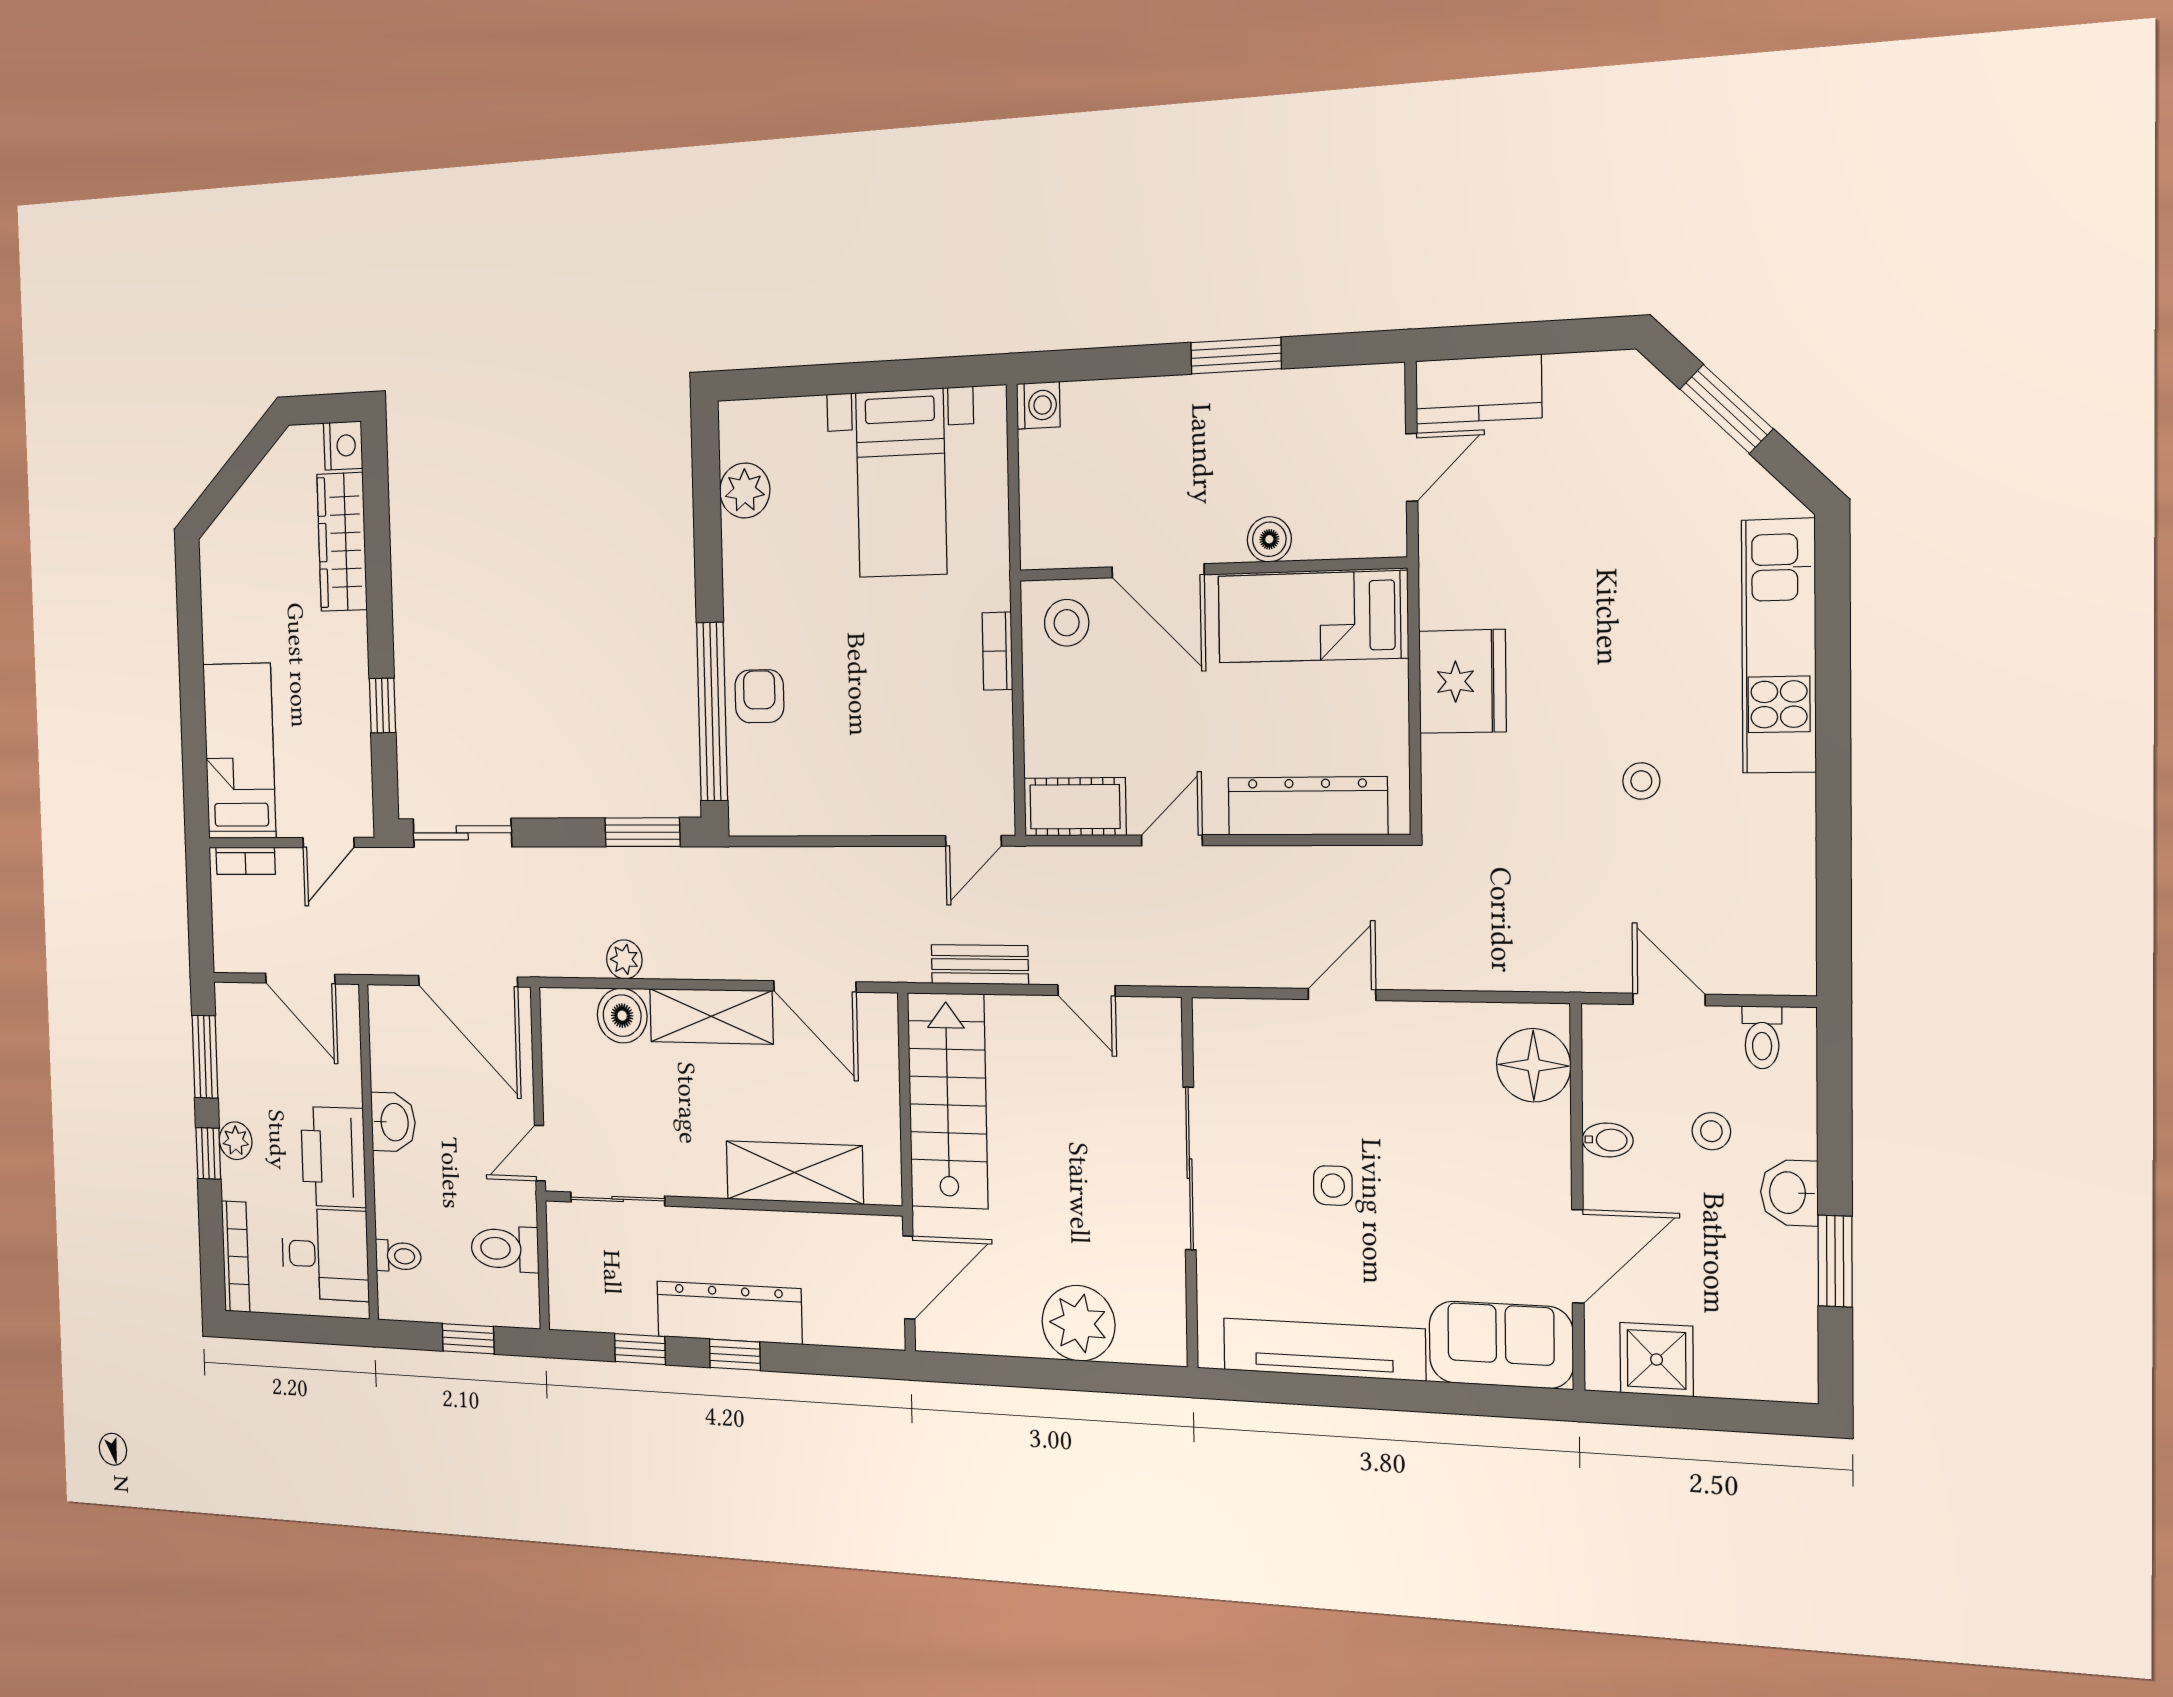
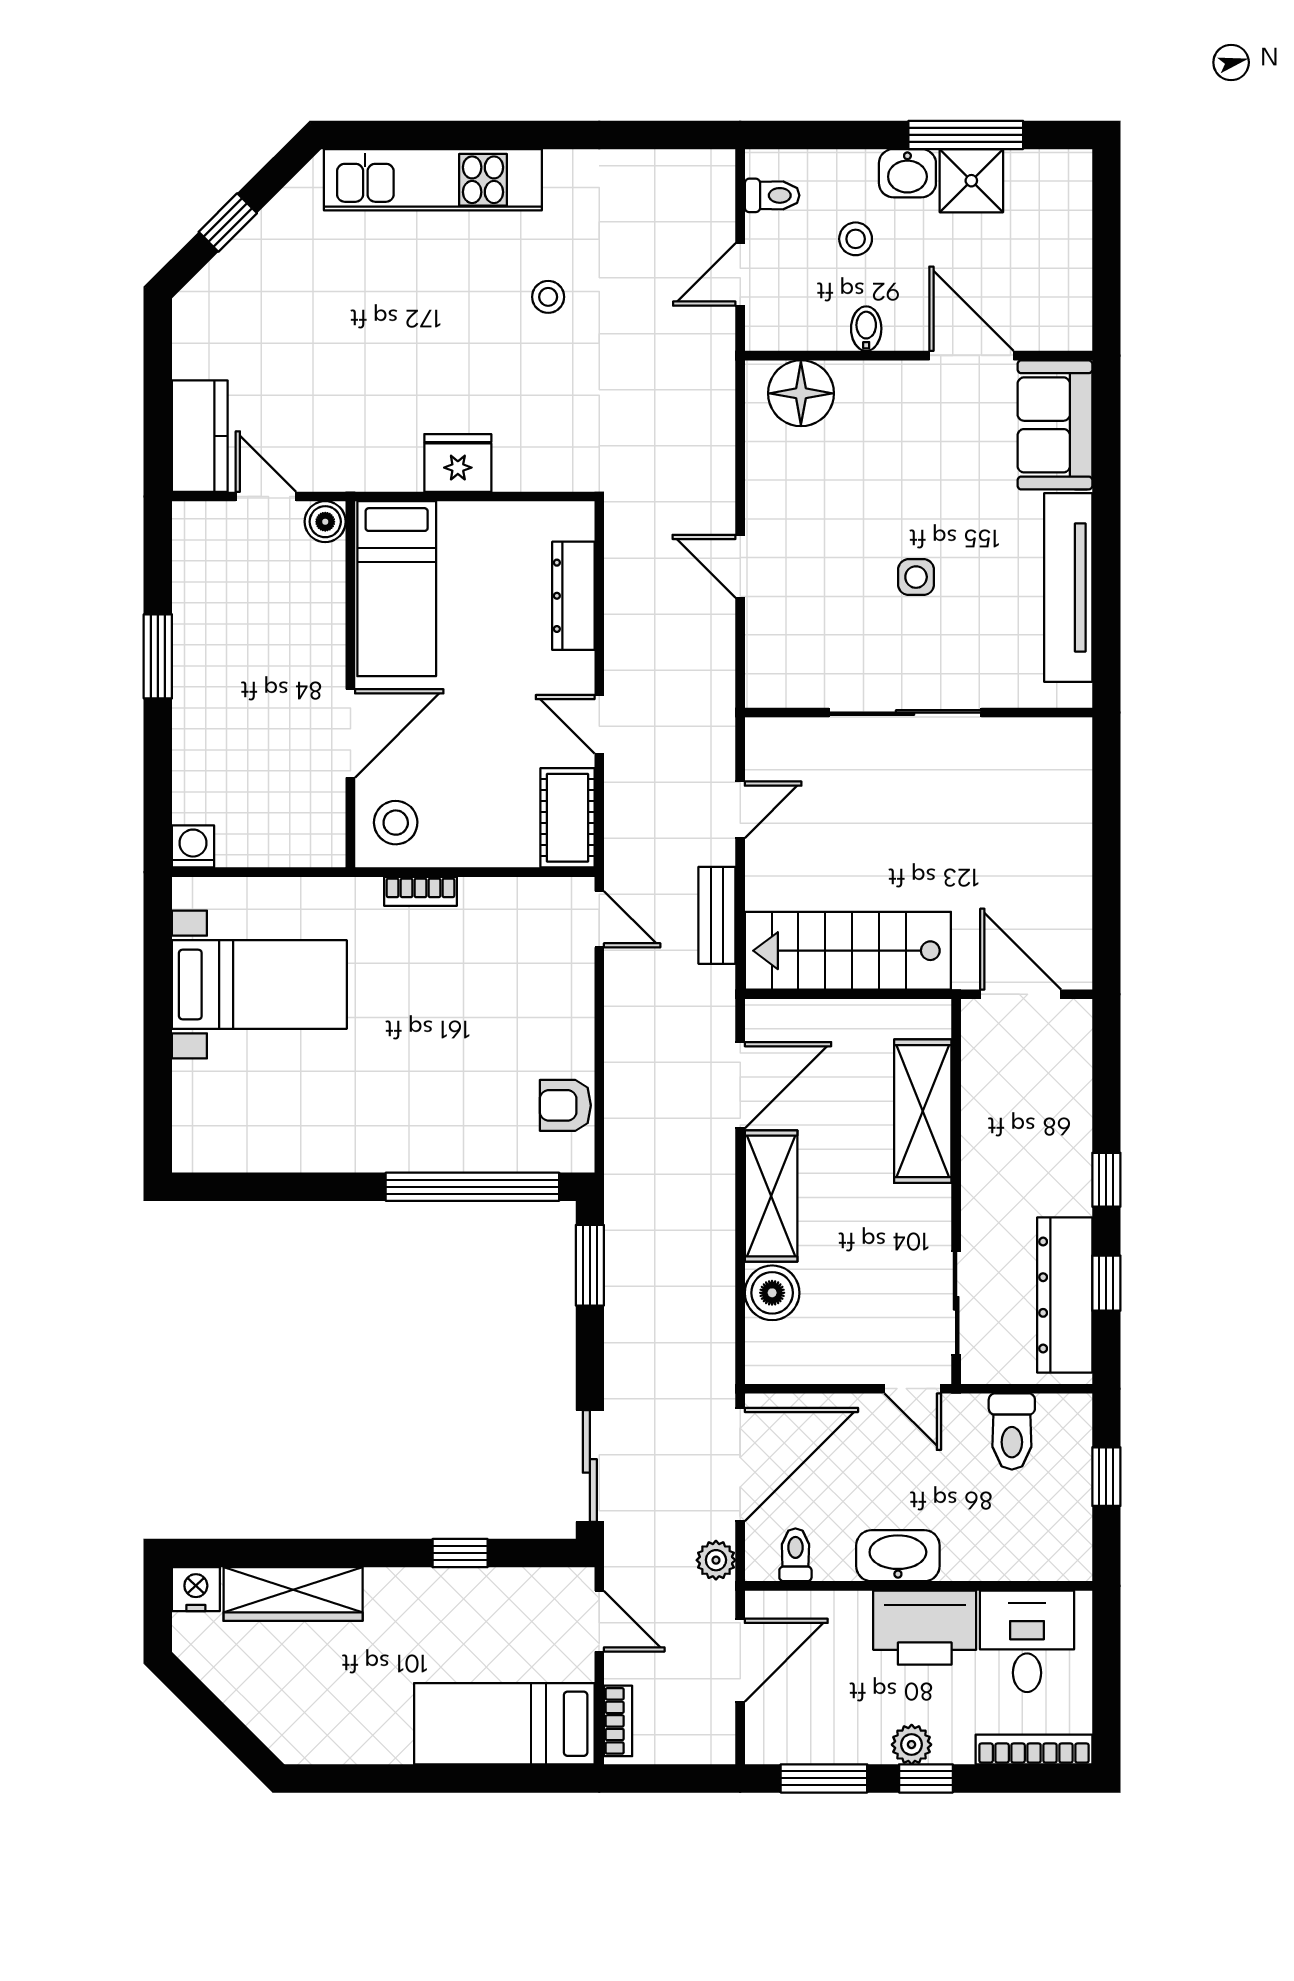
window: (1726, 409) -> (228, 223), width x0.67
plant: (745, 490) -> (260, 1146), removed
boiler: (1269, 539) -> (325, 522), moved
fridge: (1462, 681) -> (458, 463), width x0.73, depth x0.75
armchair: (759, 696) -> (565, 1105), moved
dresser: (1307, 806) -> (573, 596), width x0.73, depth x0.80
plant: (624, 959) -> (716, 1560), moved
washbasin: (393, 1122) -> (898, 1556), width x1.38
toilet: (398, 1256) -> (795, 1555), moved
window: (1835, 1261) -> (966, 135), width x1.44
dresser: (729, 1313) -> (1065, 1295), moved
plant: (1078, 1323) -> (1056, 824), removed
shower: (1657, 1359) -> (971, 181), moved

